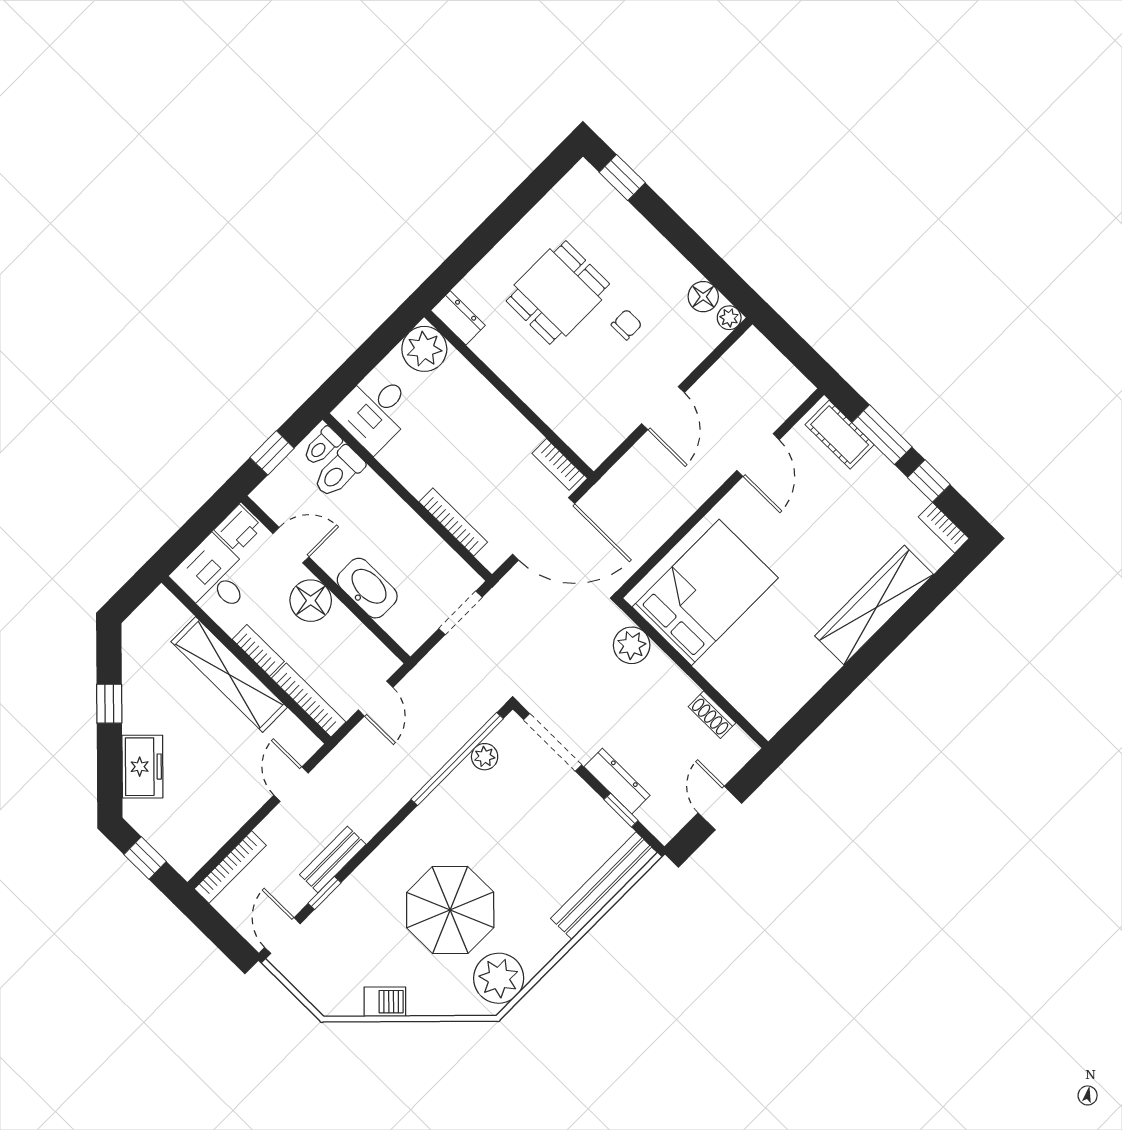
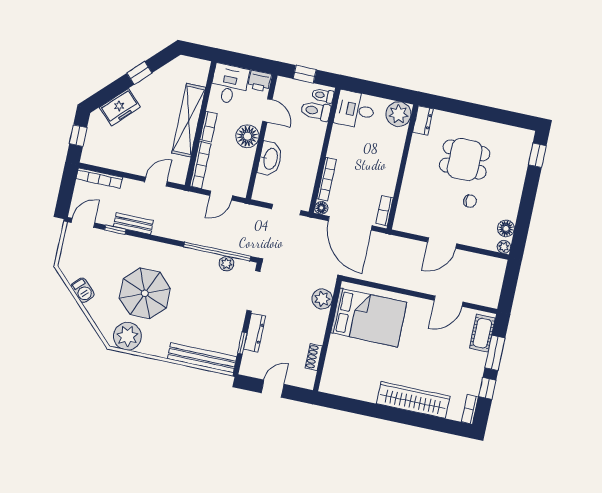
floor lamp: (492, 558) -> (321, 208), added

